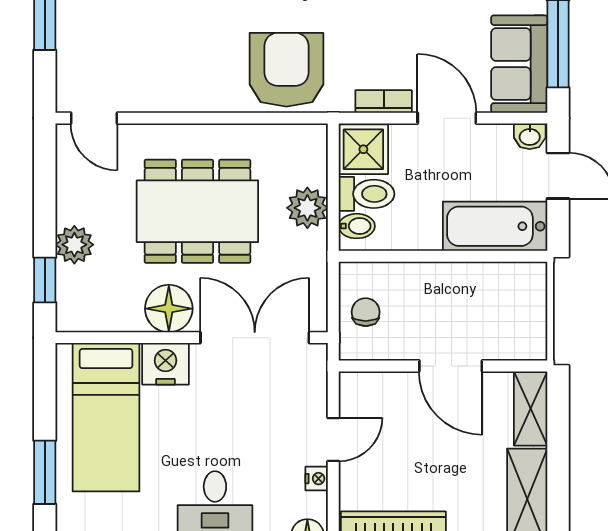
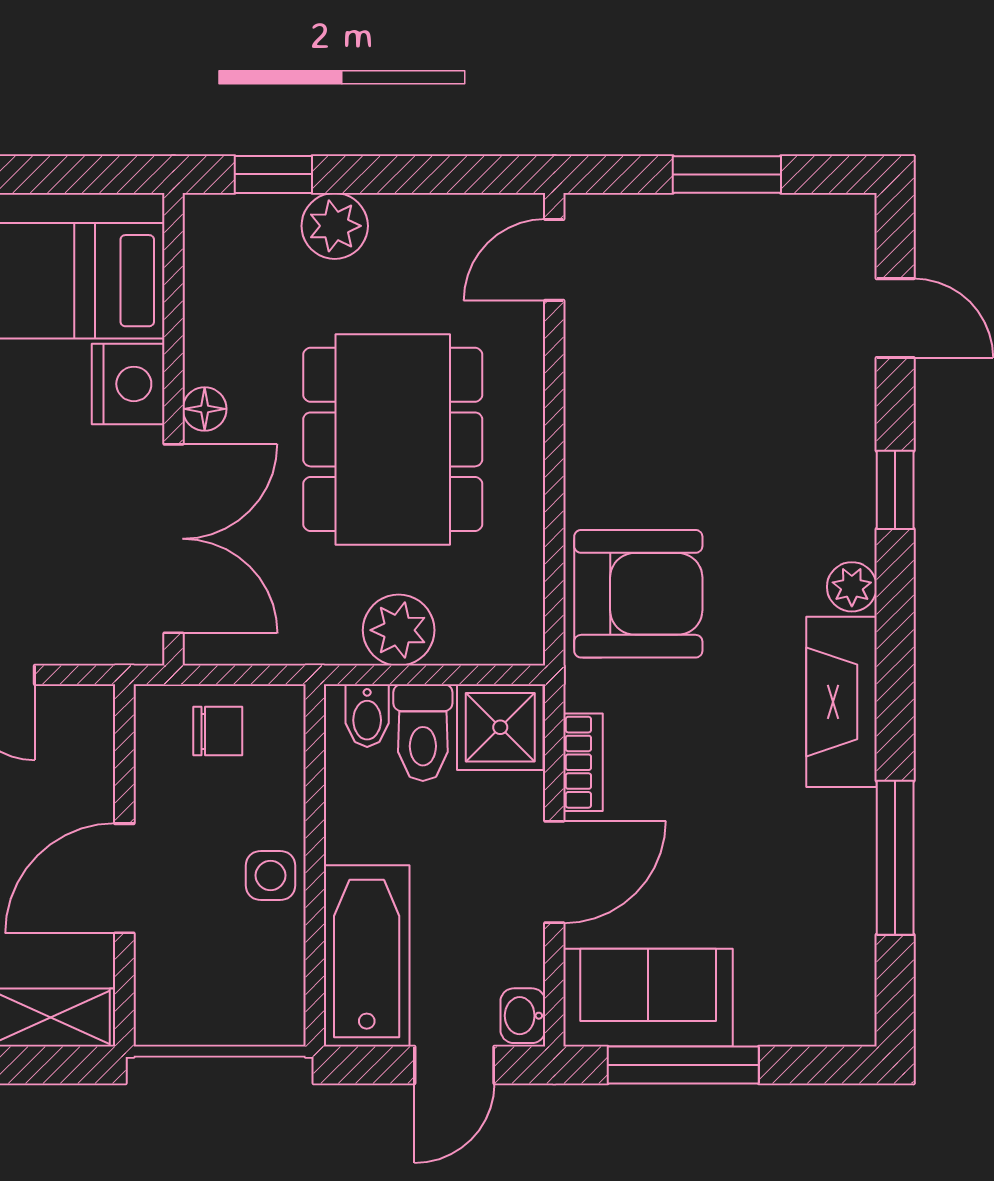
side table: (449, 282) -> (270, 875), added
floor lamp: (169, 309) -> (205, 409), width x0.53, depth x0.53

